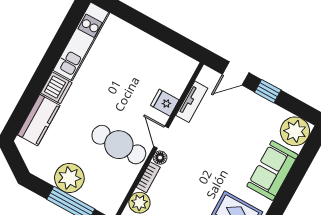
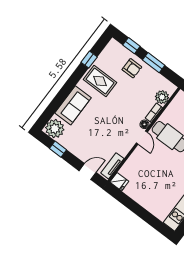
window: (268, 91) -> (58, 149), moved
tv unit: (192, 102) -> (112, 166), moved
fridge: (165, 103) -> (119, 182), moved

